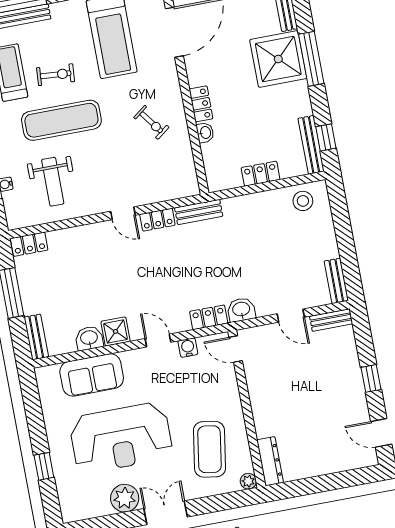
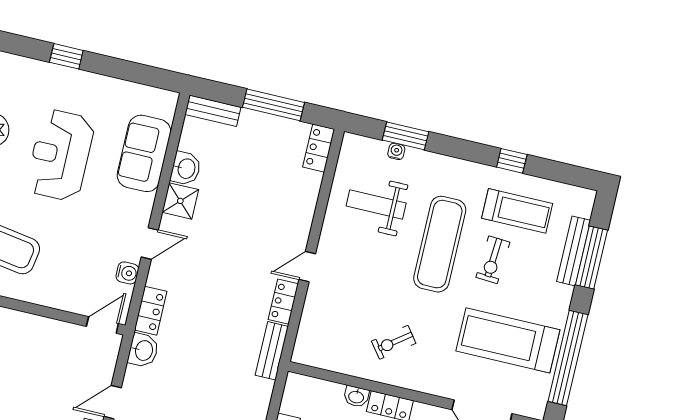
reception desk: (121, 438) -> (60, 155), width x0.74, depth x0.77

